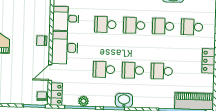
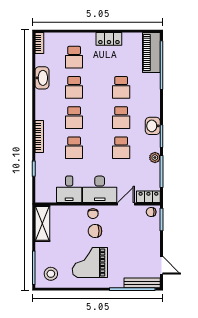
chair: (25, 42) -> (95, 231), added
door: (50, 73) -> (126, 204), swing flipped
plant: (83, 101) -> (155, 158), moved

